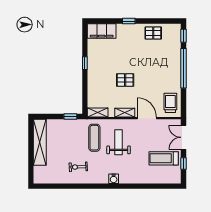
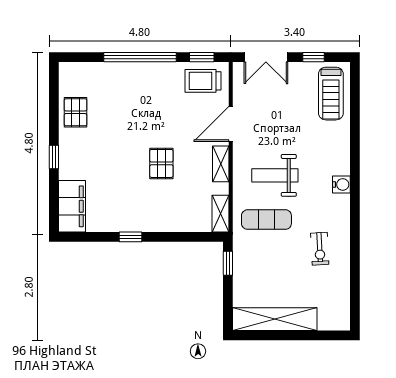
window: (183, 36) -> (202, 57), moved
treadmill: (164, 158) -> (331, 94), moved

